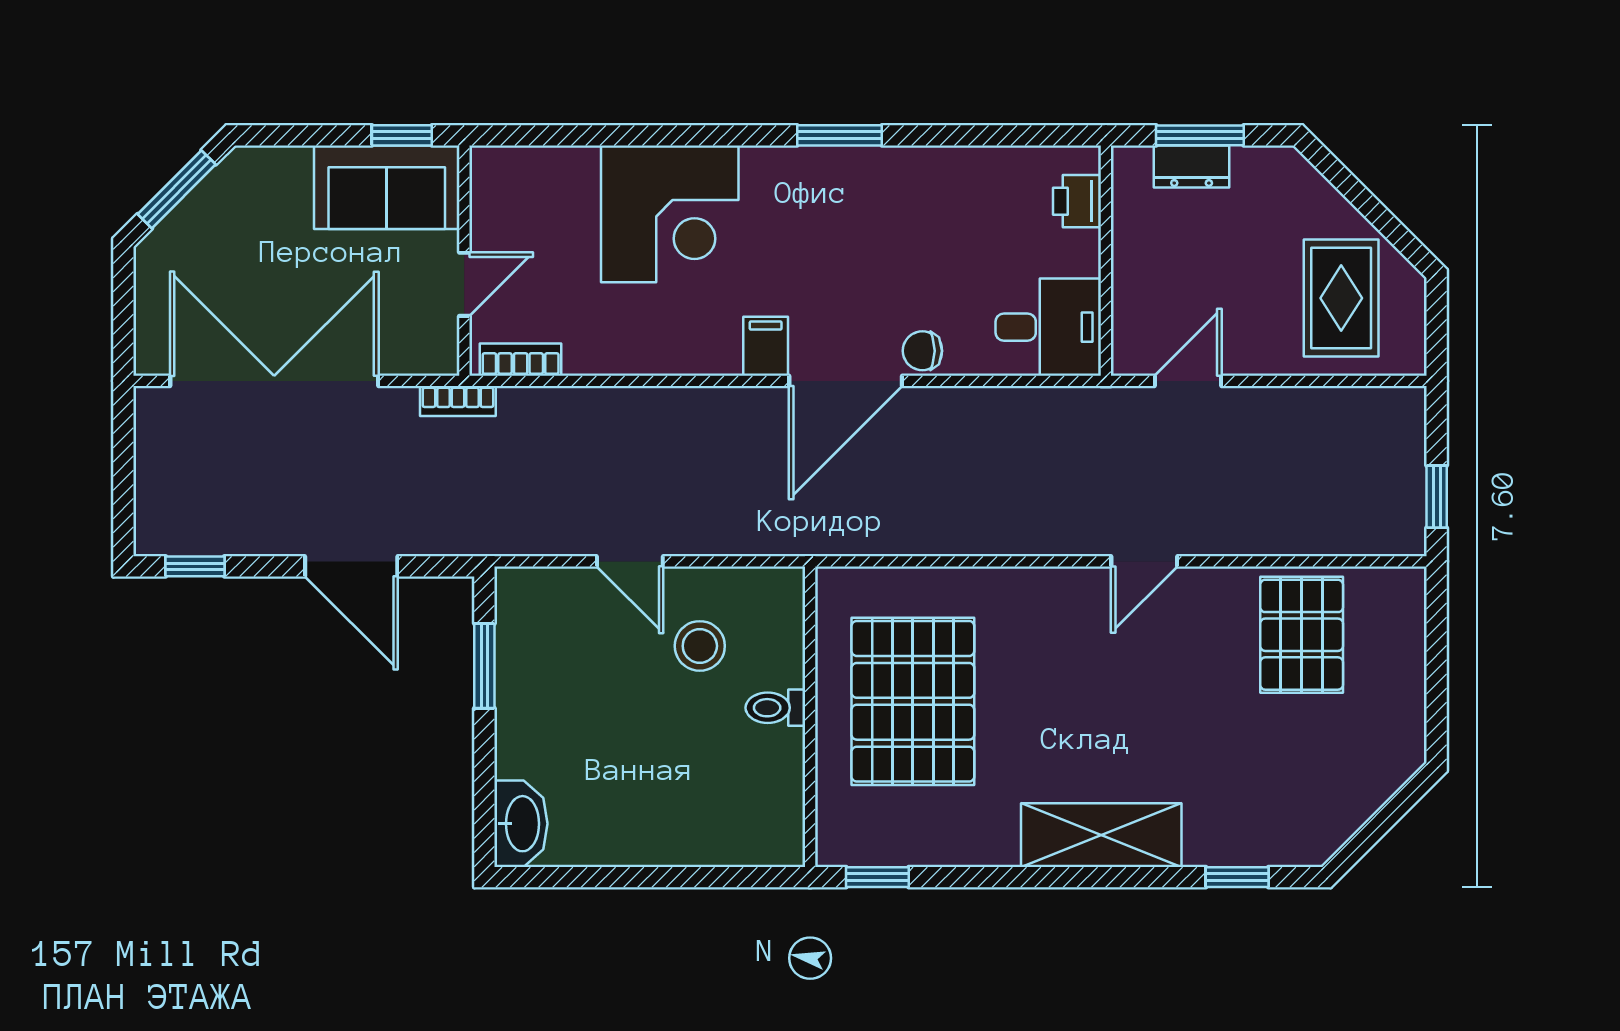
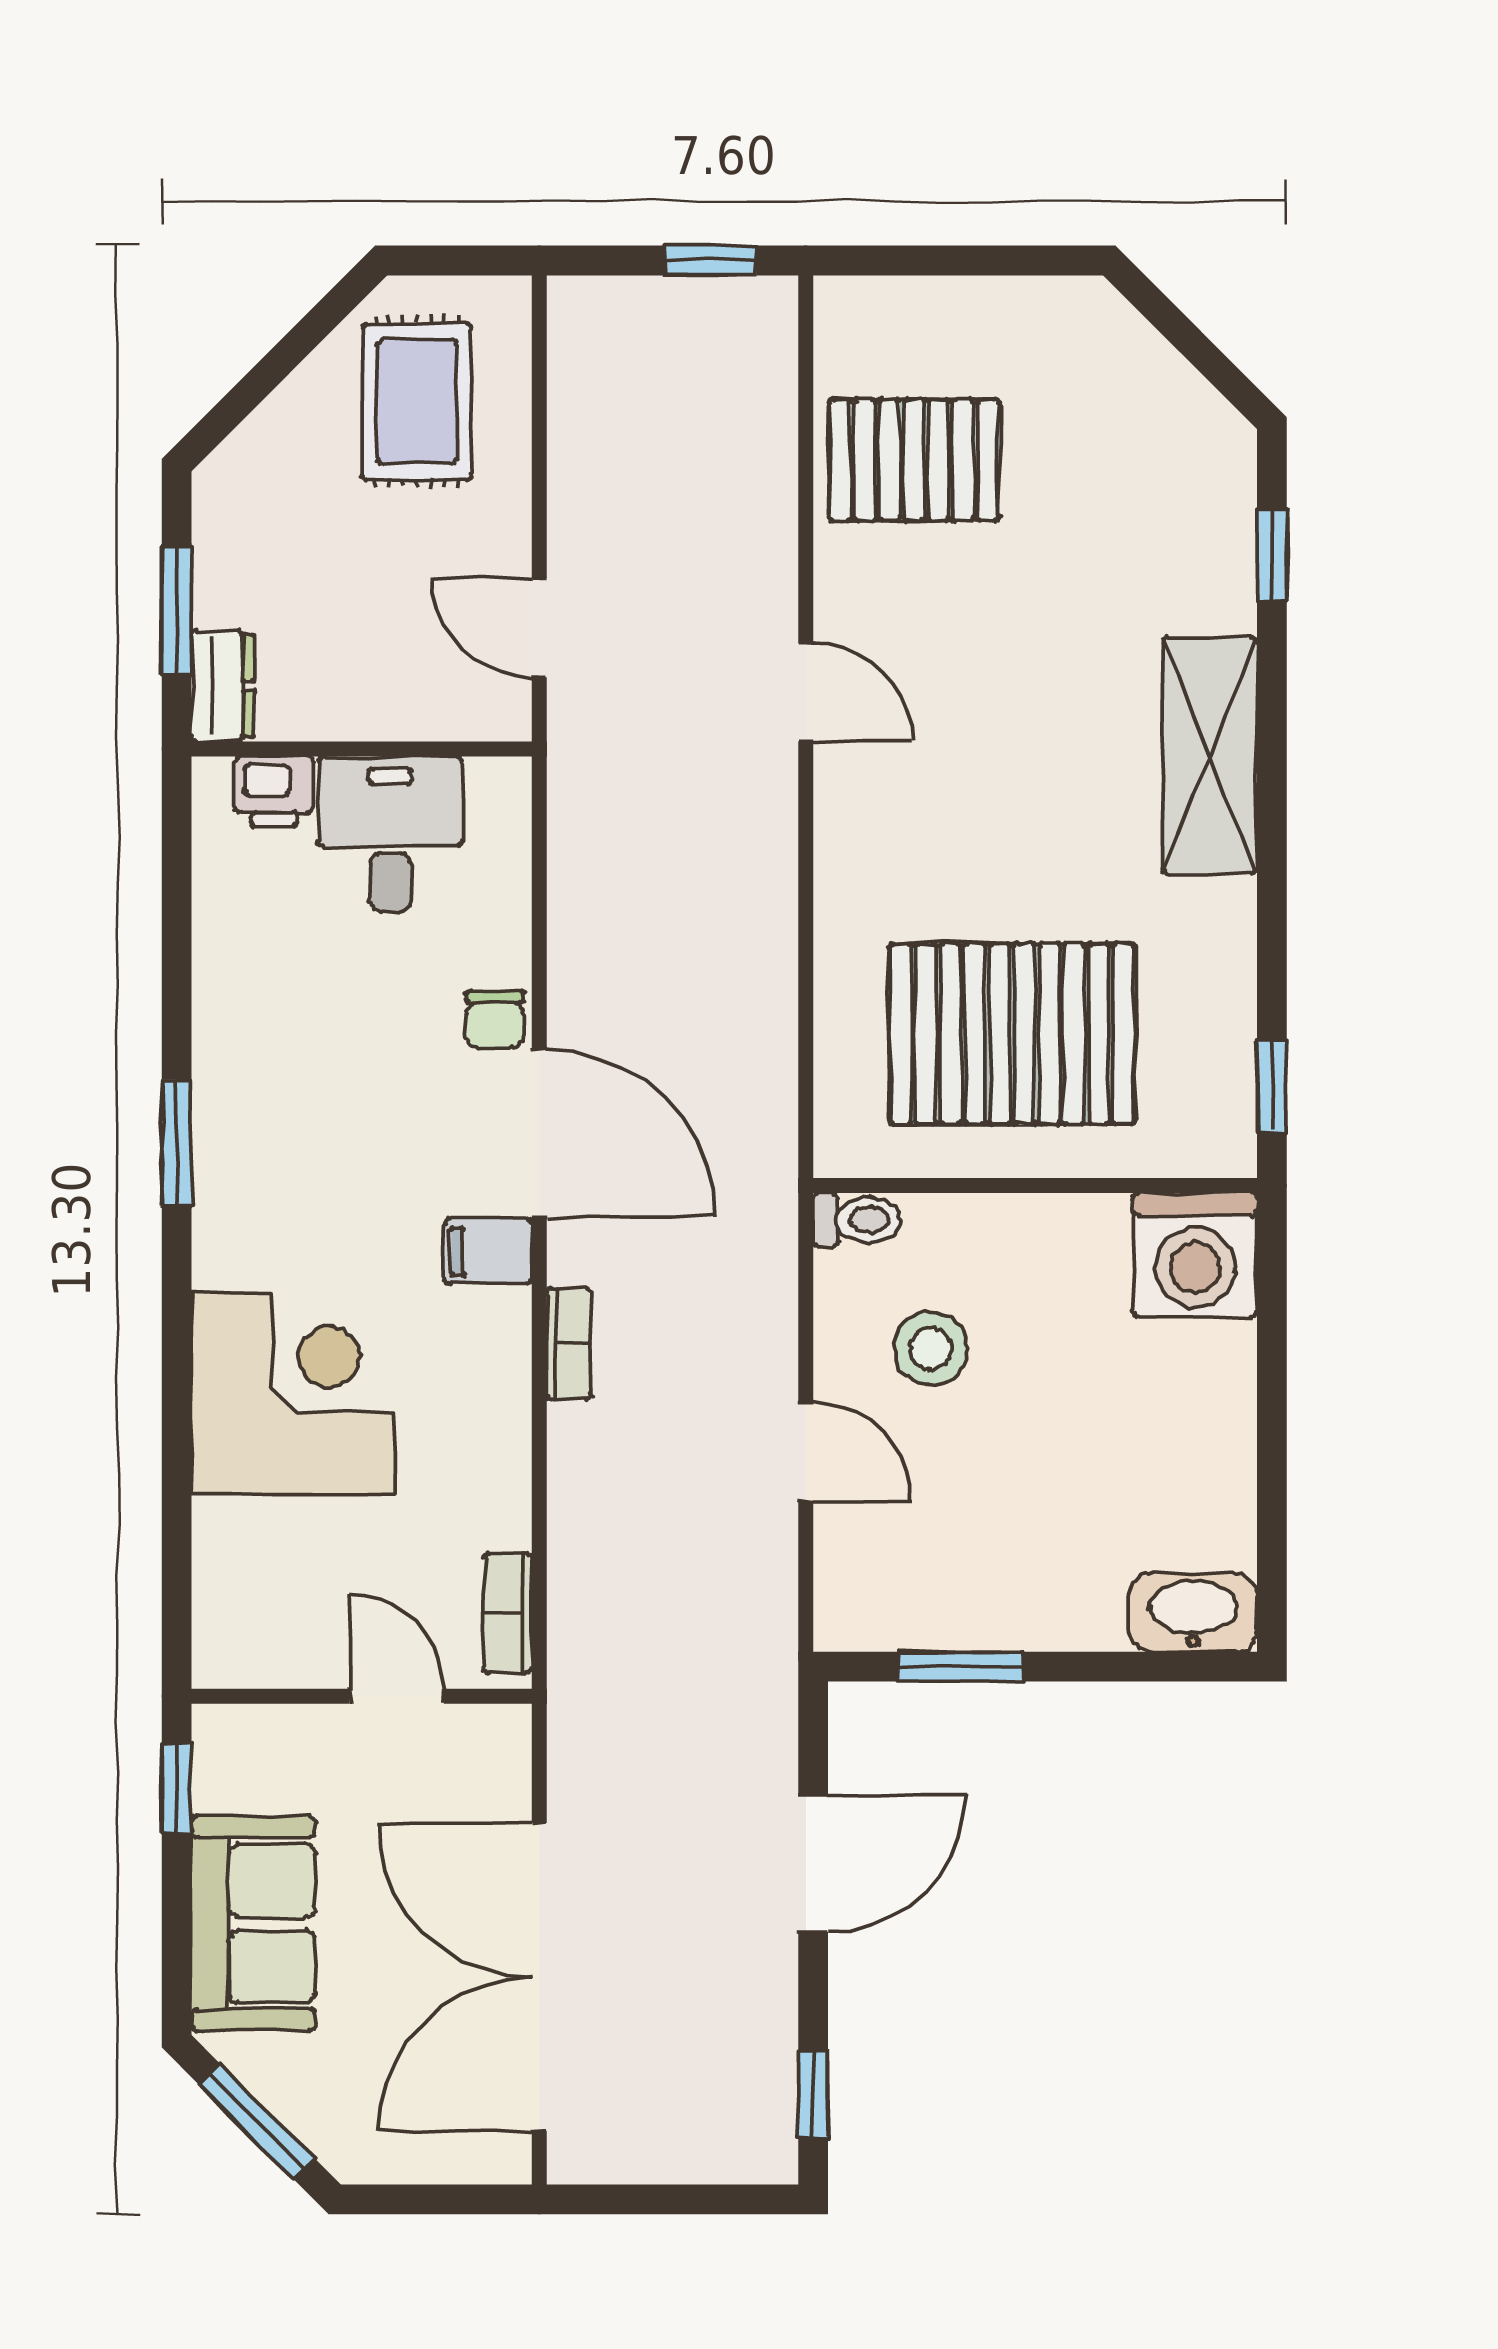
dresser: (1192, 167) -> (223, 686), moved
sofa: (387, 187) -> (253, 1924), moved
rug: (1341, 298) -> (417, 402), turned 90
desk: (1048, 327) -> (390, 834), moved
bookcase: (458, 401) -> (569, 1344), moved
door: (630, 561) -> (806, 1452), hinge flipped
toilet: (775, 708) -> (857, 1220), moved, turned -90
washing machine: (763, 825) -> (1195, 1255), added

